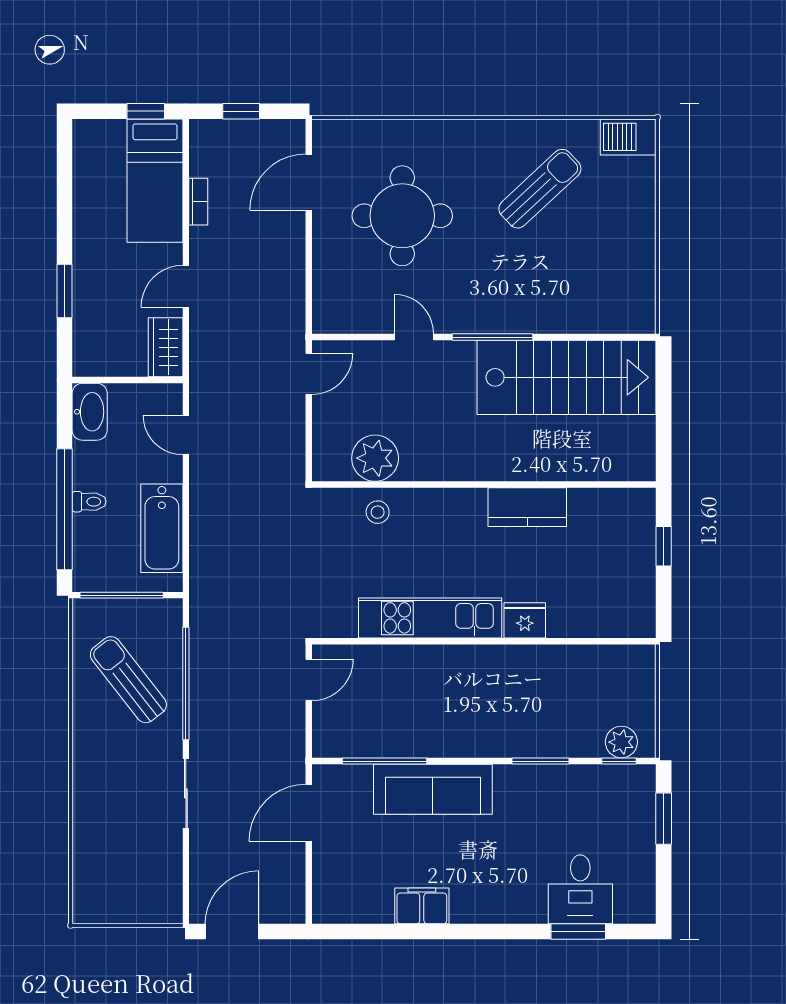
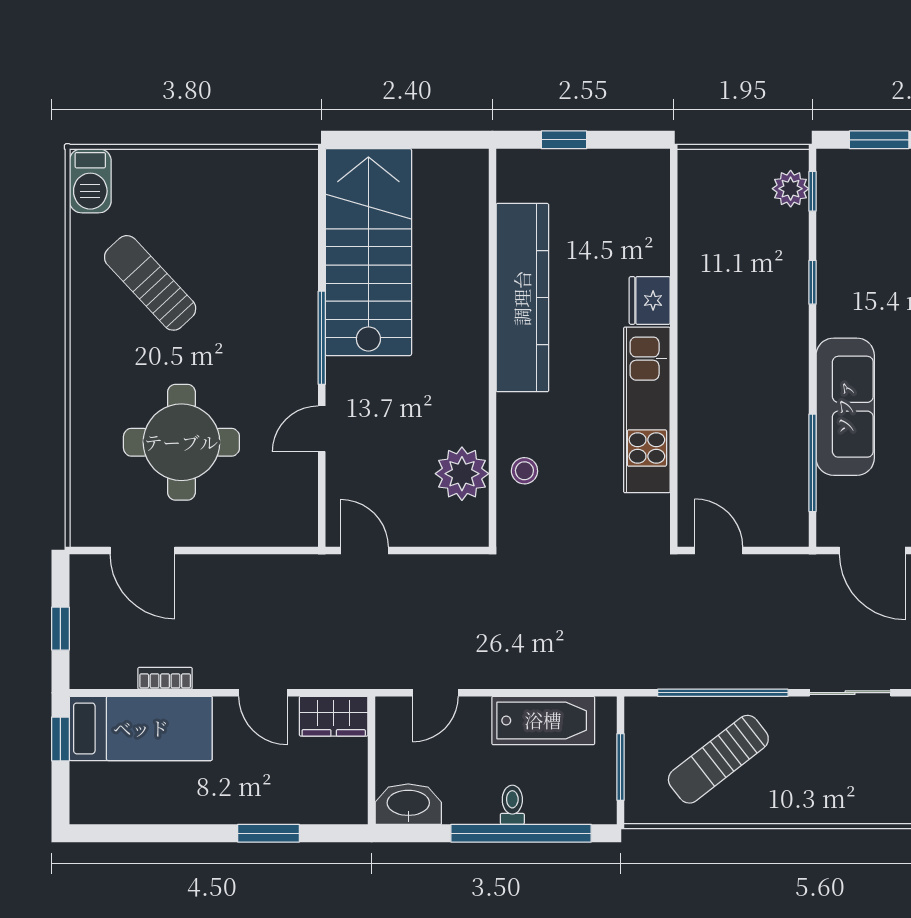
kitchen counter: (527, 507) -> (522, 298), width x2.08, depth x1.17
window: (122, 595) -> (620, 767), width x0.69
window: (540, 761) -> (812, 282), width x0.67

